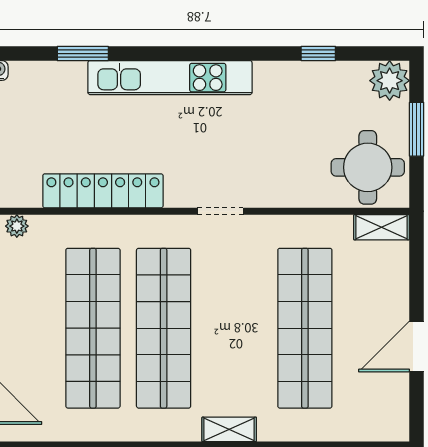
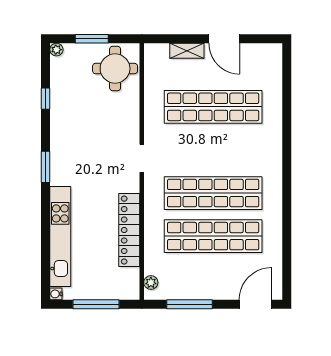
window: (83, 54) -> (46, 167), moved
kitchen unit: (170, 78) -> (60, 236), moved
plant: (390, 81) -> (56, 50), width x0.53, depth x0.53
shelving: (382, 227) -> (187, 51), moved, turned 90
shelving: (229, 429) -> (275, 153), removed

